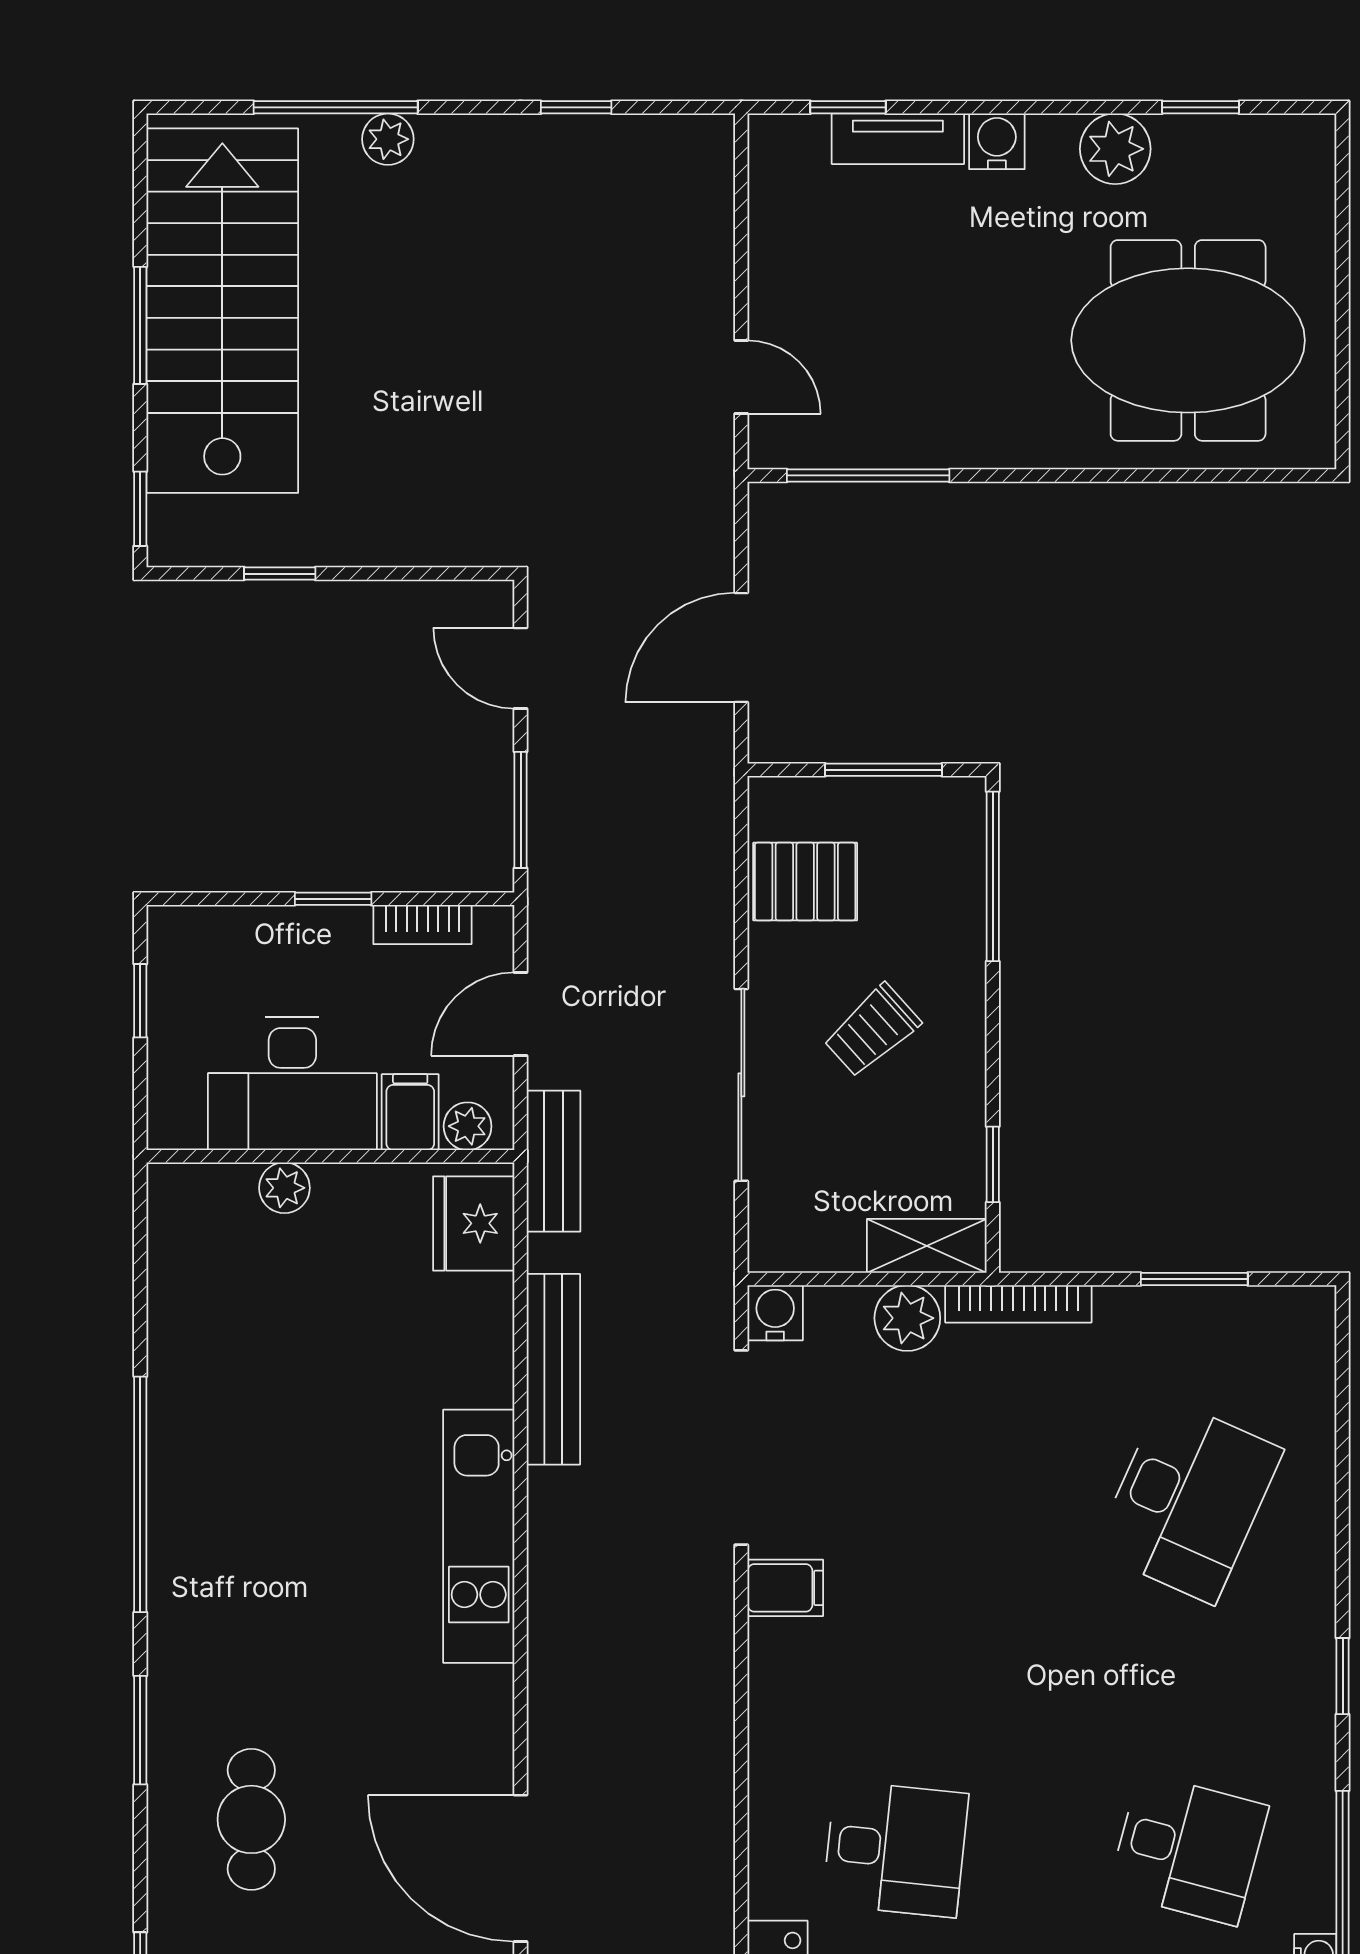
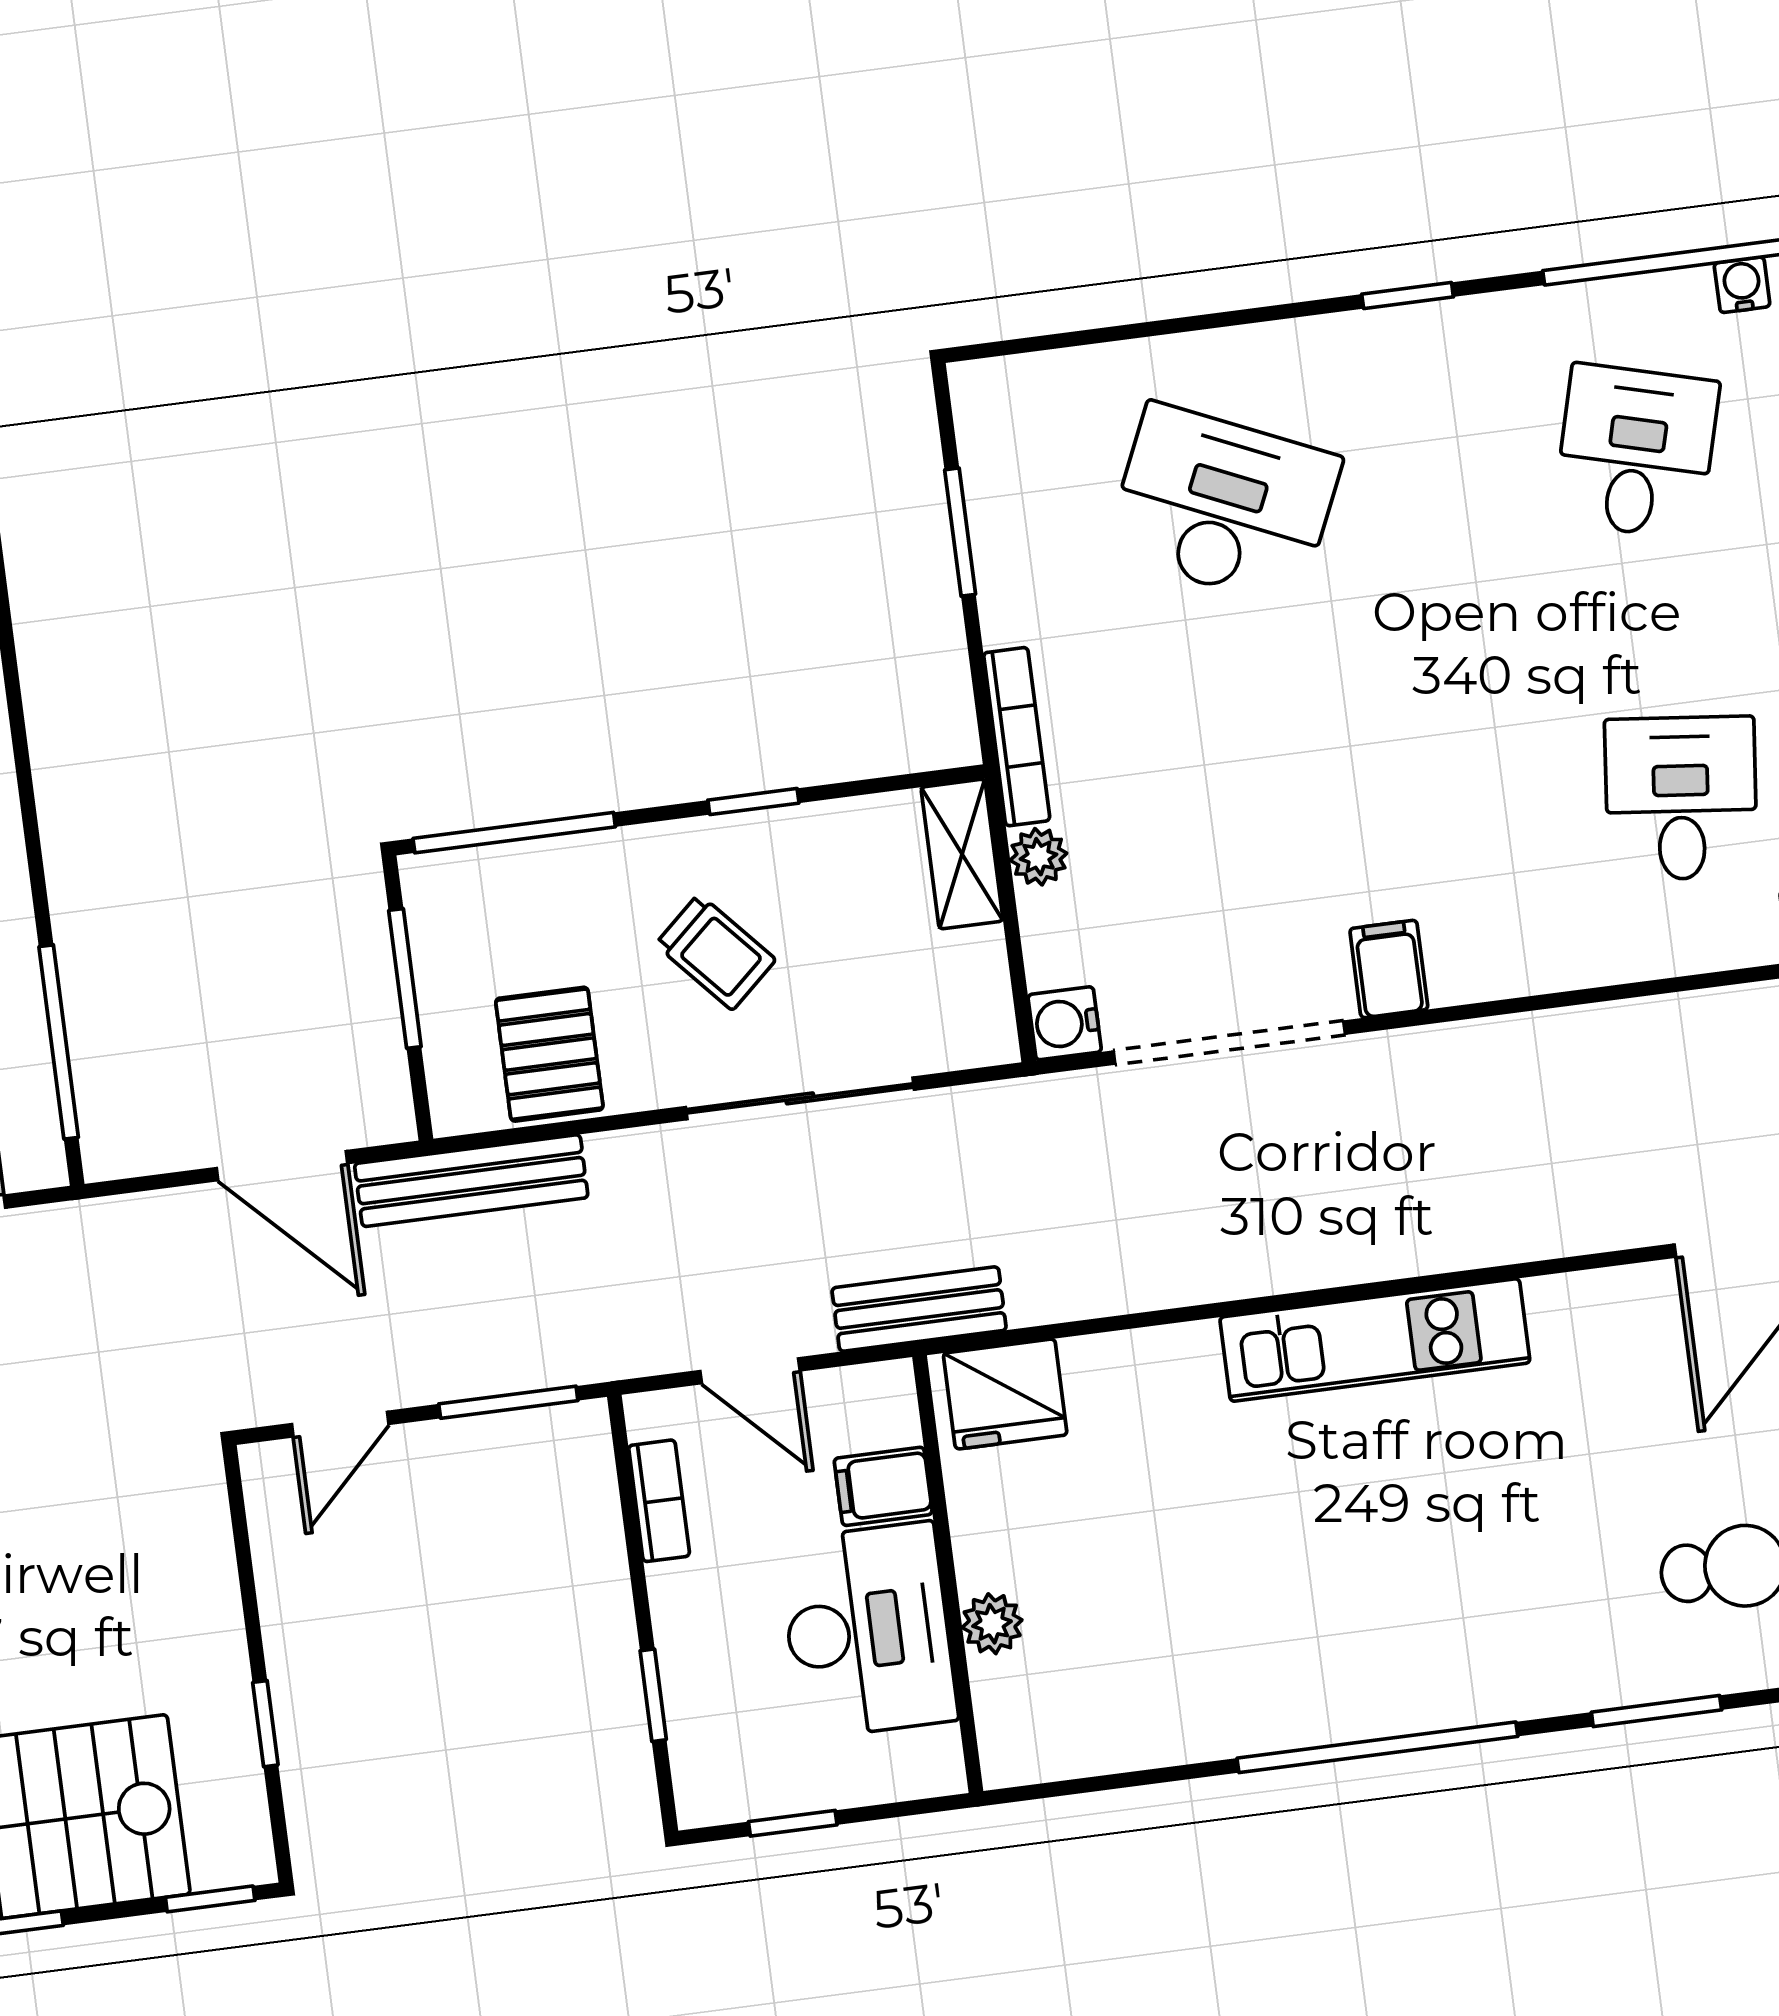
window: (333, 899) -> (653, 1695), moved
plant: (468, 1126) -> (891, 1416), removed
window: (993, 1164) -> (753, 802), moved
plant: (907, 1318) -> (1039, 857), width x0.73, depth x0.73
bench: (553, 1369) -> (471, 1181), moved

